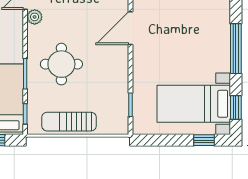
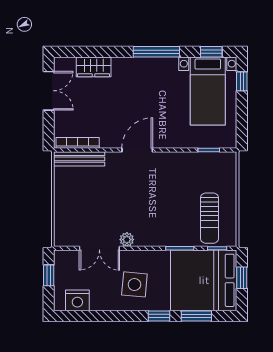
door: (131, 28) -> (137, 150), swing flipped
round table: (61, 64) -> (171, 214), removed
sun lounger: (69, 122) -> (210, 218), moved

